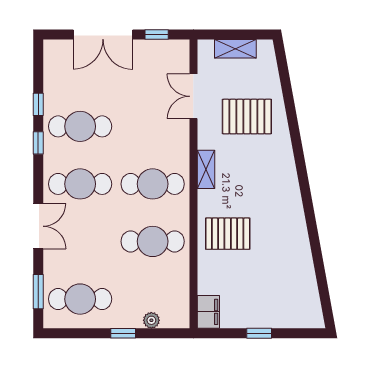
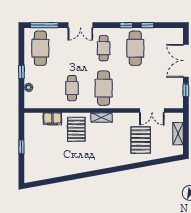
double door: (193, 96) -> (152, 111), swing flipped
shelving: (206, 169) -> (101, 117), moved
cafe table: (80, 184) -> (104, 48), width x0.73, depth x0.74
cafe table: (153, 241) -> (72, 88), width x0.73, depth x0.74
window: (38, 292) -> (44, 25), width x1.44
filing cabinet: (208, 312) -> (52, 119), moved

